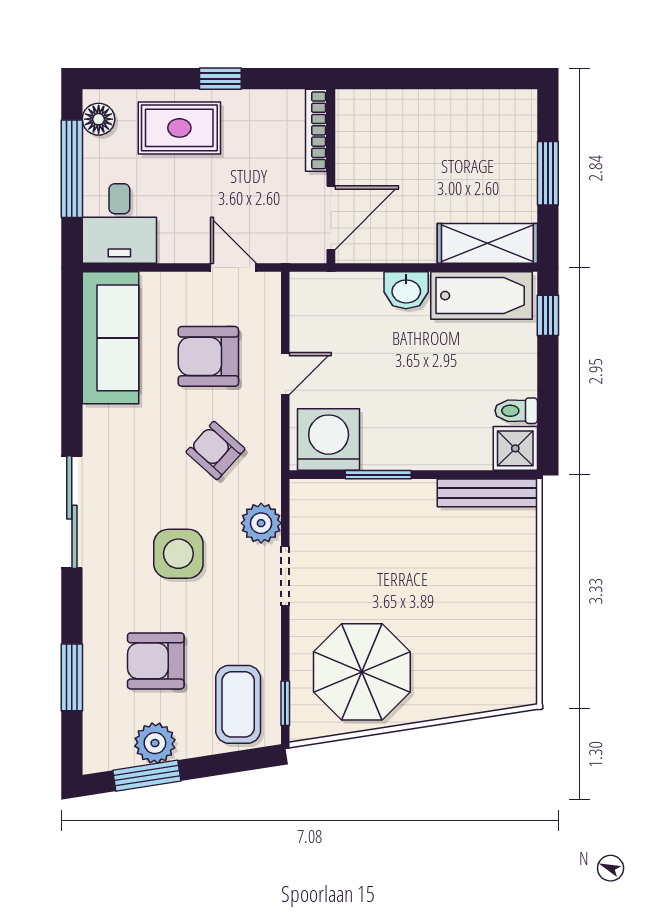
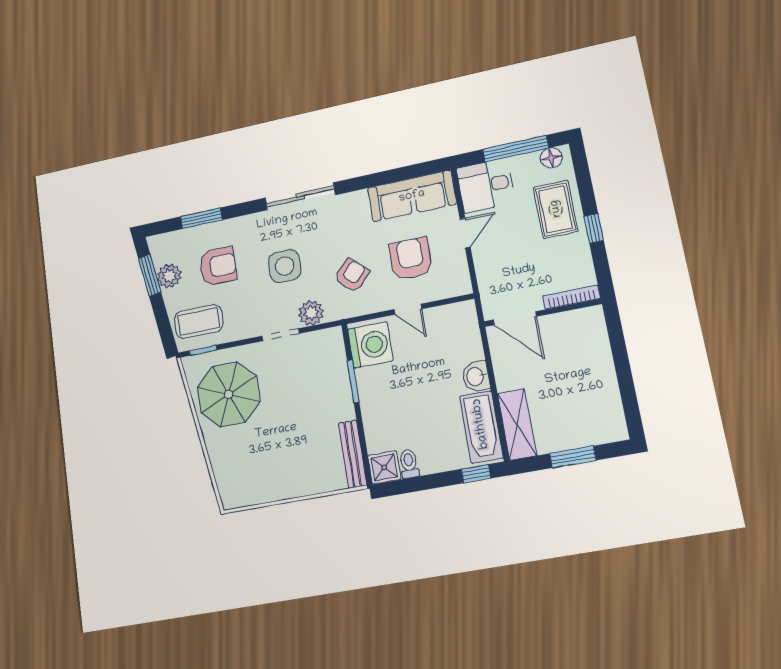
door: (233, 268) -> (465, 233), moved
armchair: (156, 661) -> (218, 266), turned 90

